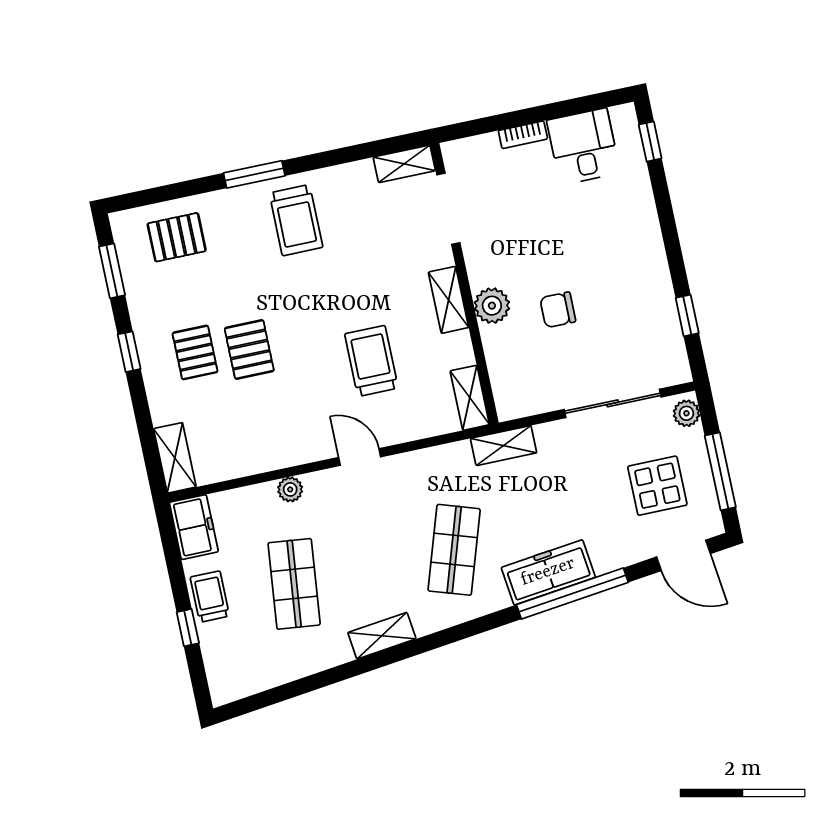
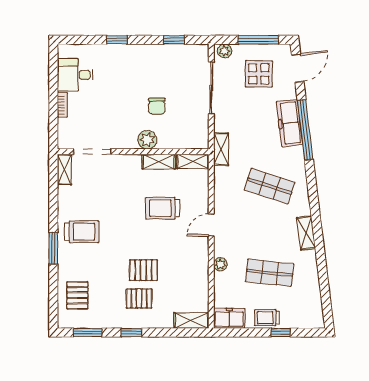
window: (650, 141) -> (117, 40), moved
shelving: (449, 300) -> (159, 162), moved
freezer: (548, 572) -> (290, 123), moved

